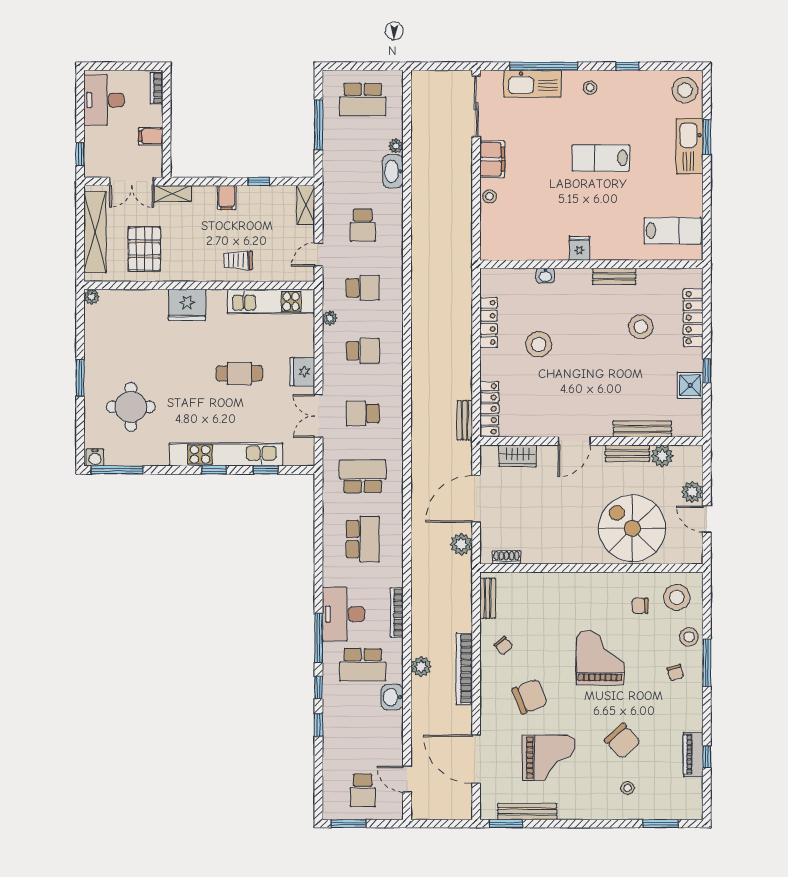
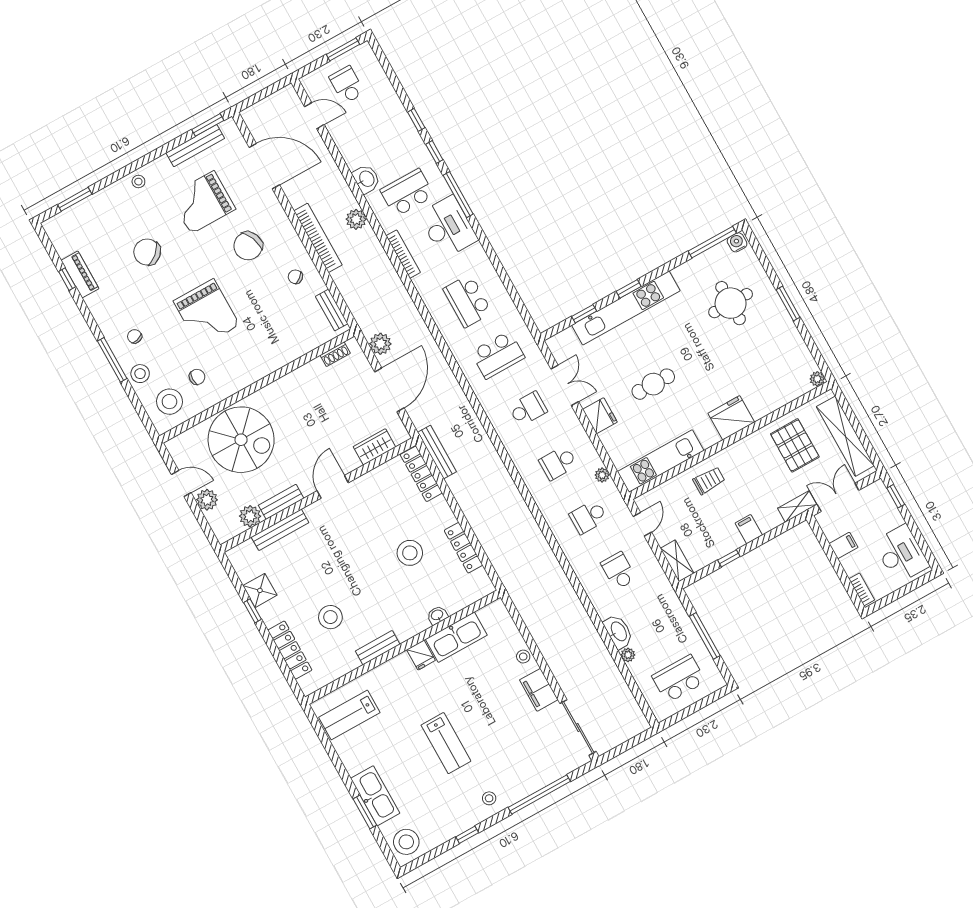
kitchen sink: (532, 84) -> (456, 637), moved, turned 180
lab bench: (601, 158) -> (446, 743), turned 90
bench: (465, 420) -> (437, 452), width x1.36
stool: (628, 788) -> (138, 182), moved

